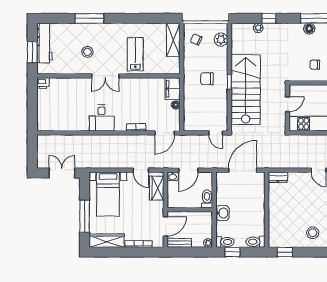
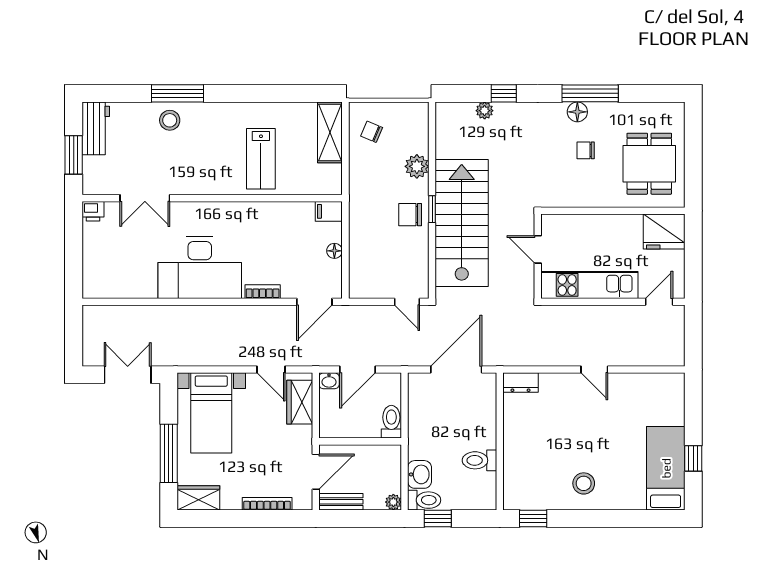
plant: (221, 40) -> (417, 166), moved
workbench: (44, 43) -> (96, 128), width x0.73
stool: (87, 52) -> (170, 120), moved
lab bench: (135, 54) -> (261, 159), turned 180
chair: (315, 65) -> (586, 150), moved
double door: (105, 76) -> (145, 198), moved
chair: (207, 79) -> (410, 215), moved
filing cabinet: (173, 89) -> (329, 211), width x0.50
door: (287, 104) -> (538, 249), swing flipped
desk: (102, 118) -> (200, 267), width x1.87, depth x1.30
washbasin: (222, 213) -> (420, 474), moved
wardrobe: (107, 241) -> (198, 498), width x0.67
toilet: (255, 242) -> (479, 460), moved

